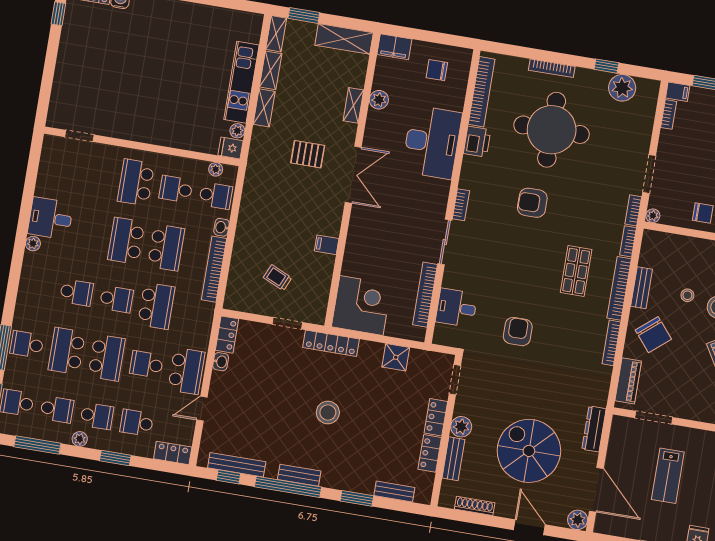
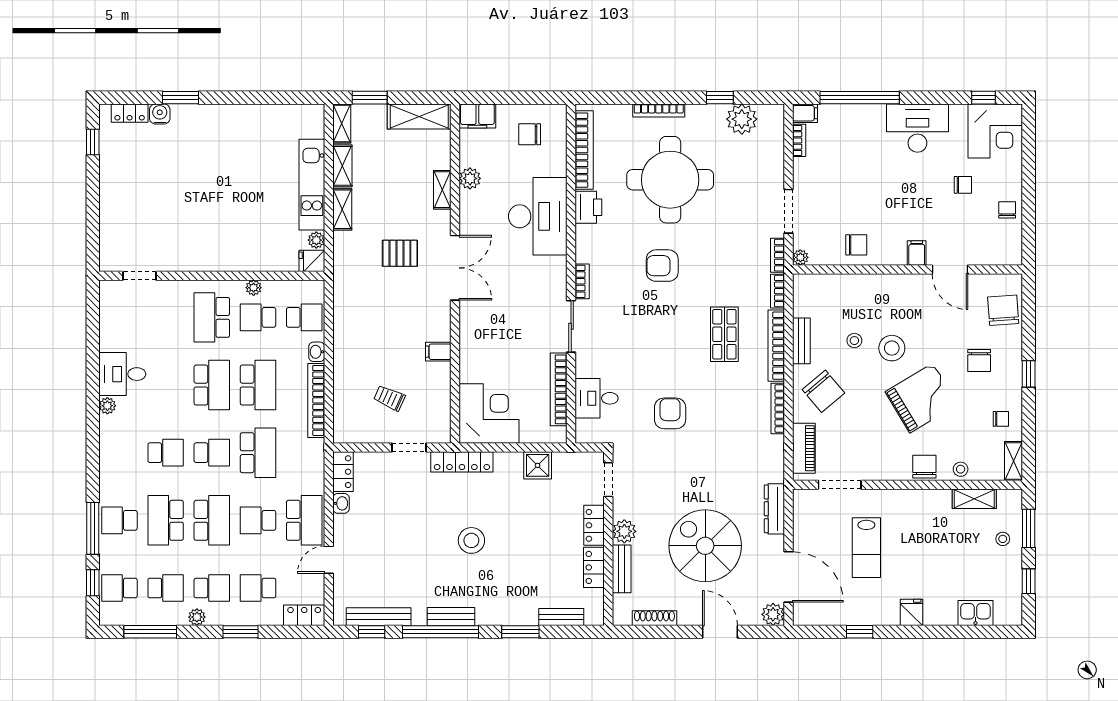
plant: (216, 169) -> (254, 288), moved
school desk: (126, 241) -> (212, 385), turned 180

